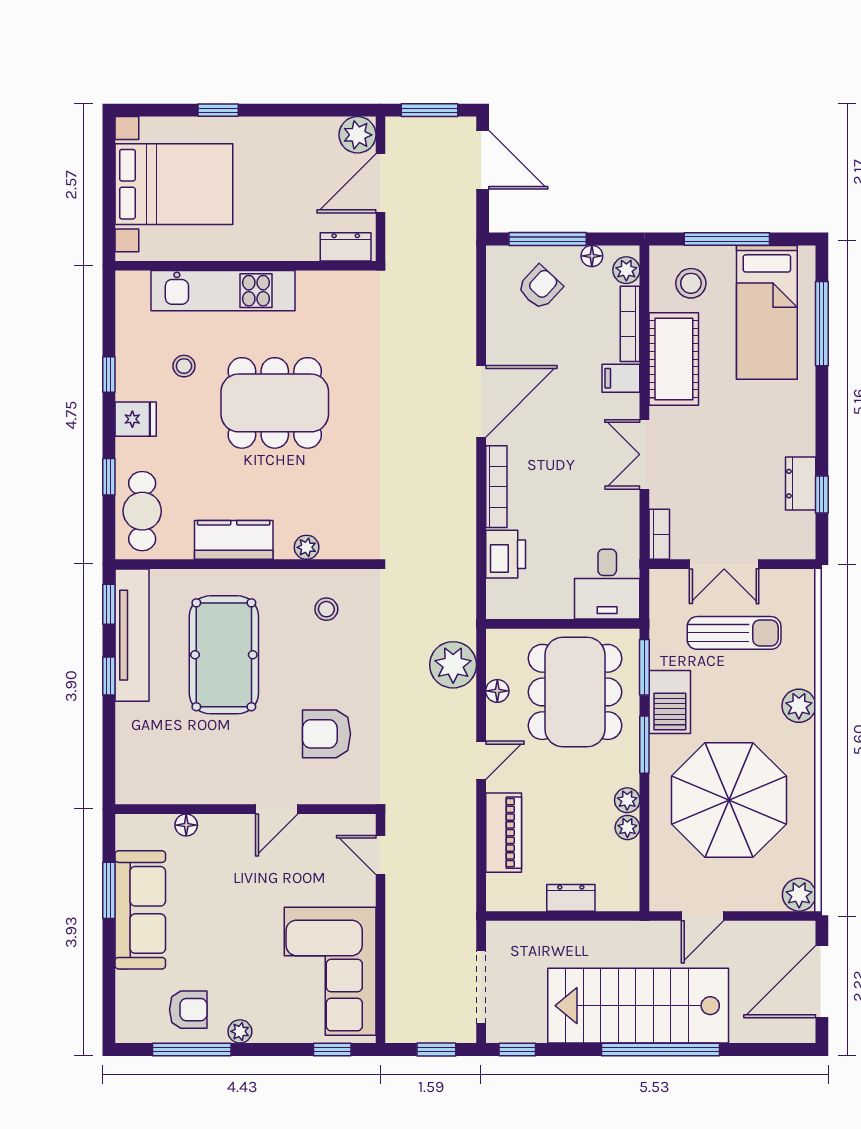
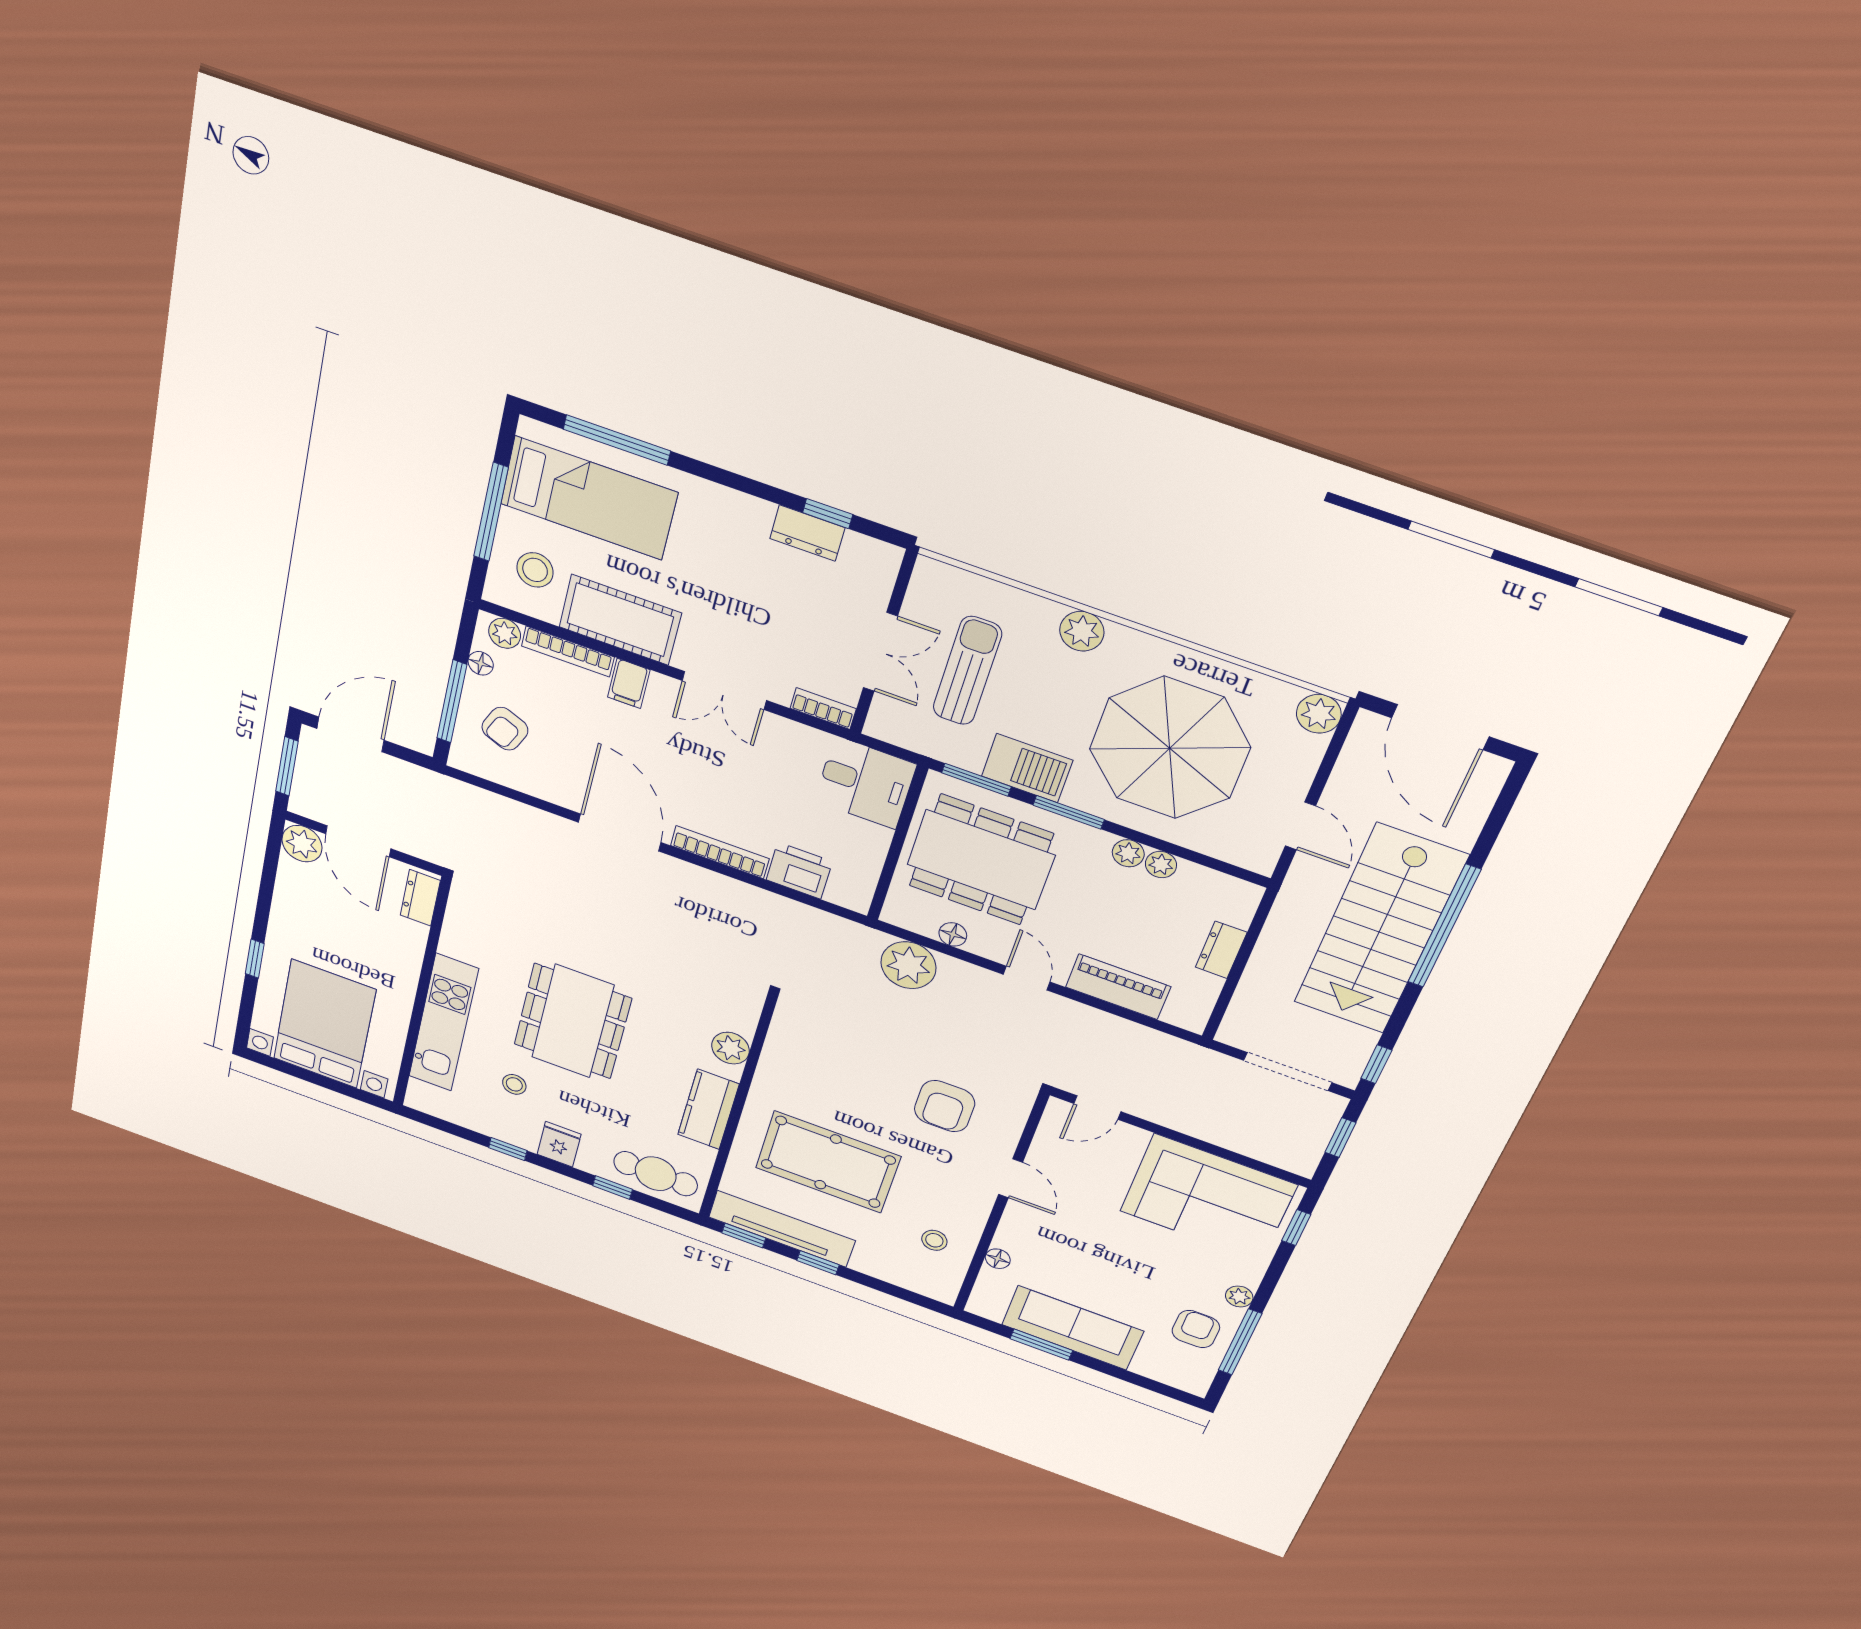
armchair: (540, 287) -> (505, 729), turned -110
plant: (307, 547) -> (730, 1048), width x1.38, depth x1.38
stool: (326, 609) -> (934, 1240), moved

